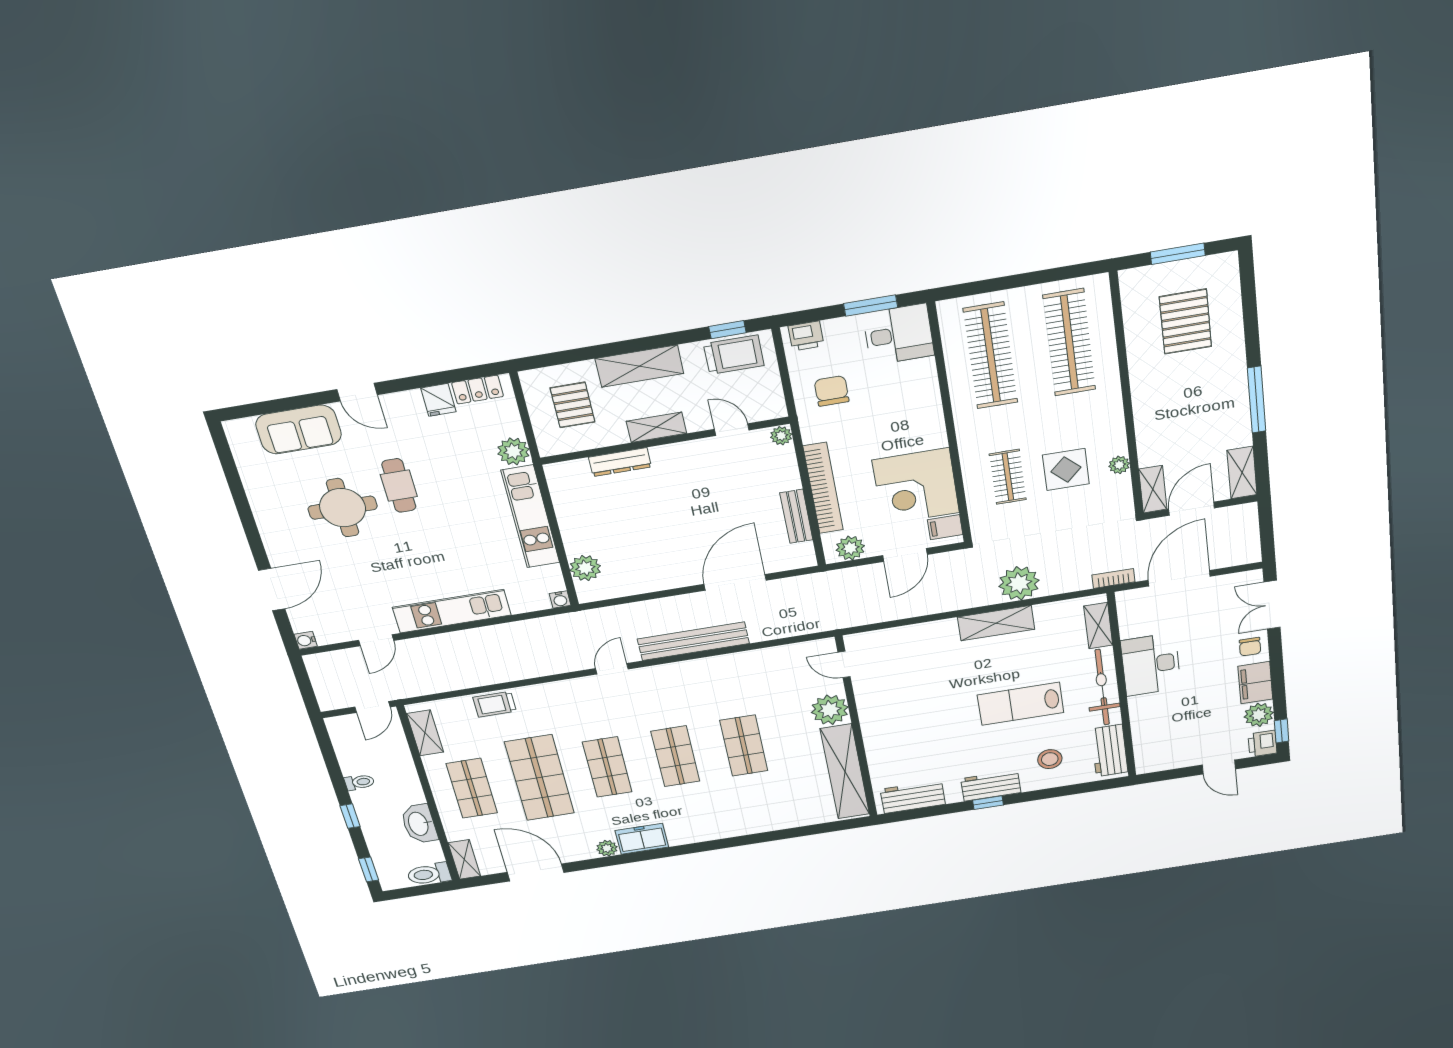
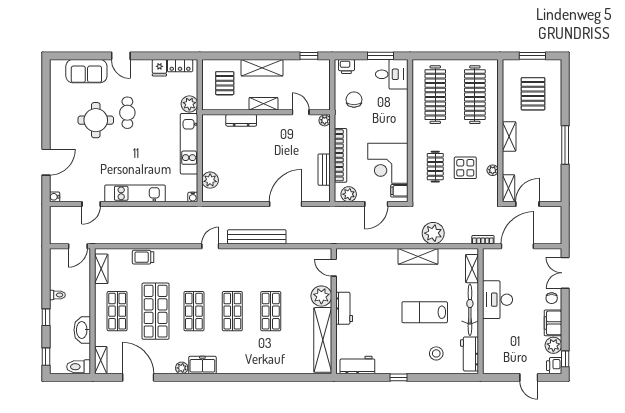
trolley: (734, 355) -> (309, 70), removed
shelving: (1242, 473) -> (509, 137), moved
workbench: (991, 786) -> (344, 308), moved, turned 90

